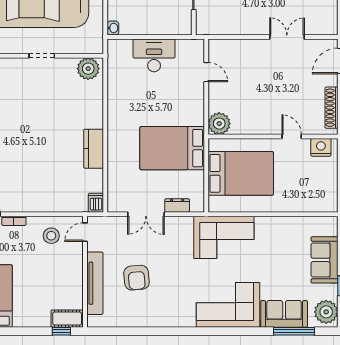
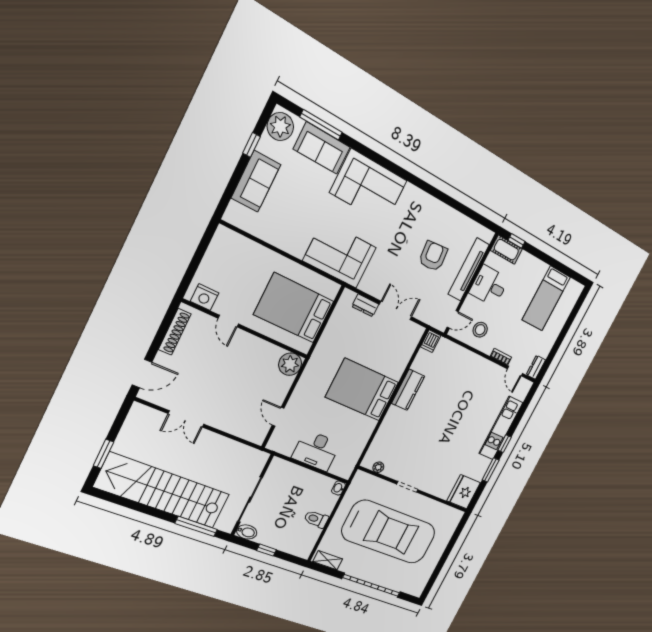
plant: (88, 69) -> (378, 467), width x0.53, depth x0.53
bed: (172, 148) -> (362, 390), moved, turned 180
desk: (66, 279) -> (489, 286), added

